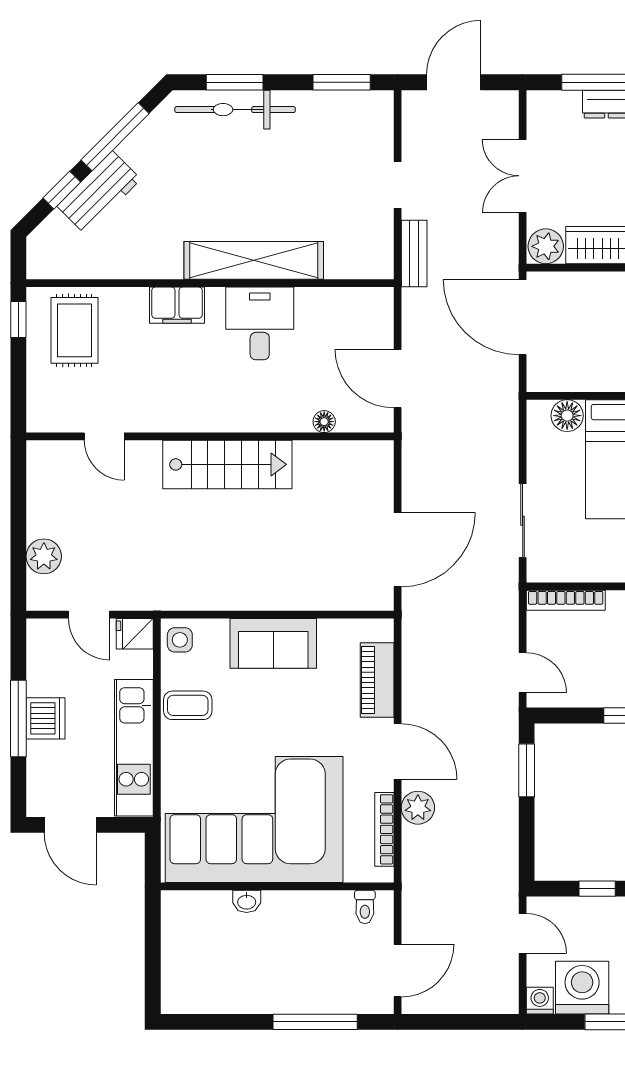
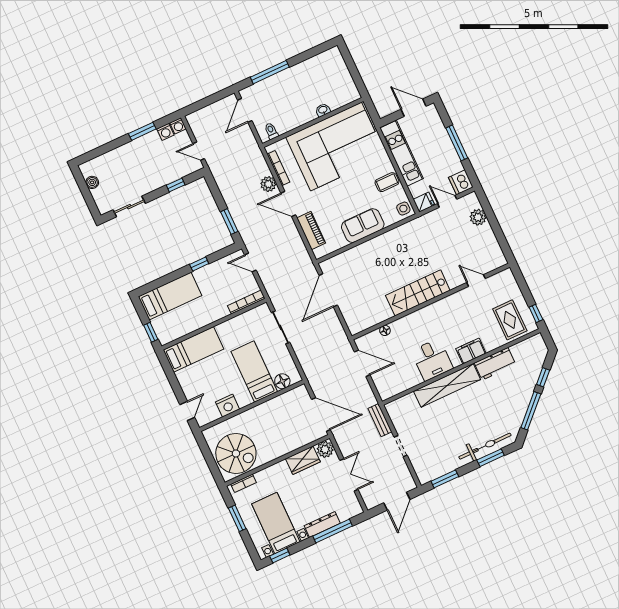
workbench: (99, 193) -> (495, 364), moved, turned -135
dishwasher: (46, 718) -> (461, 182), moved
washing machine: (582, 988) -> (165, 132), width x0.53, depth x0.53

